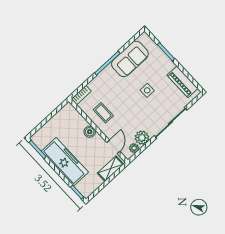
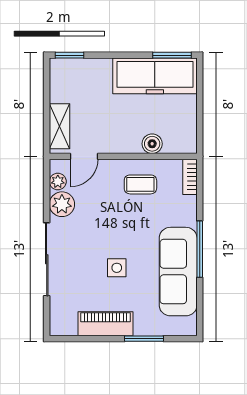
sofa: (130, 59) -> (178, 272), width x1.36
piano: (182, 82) -> (106, 324), moved
boiler: (90, 132) -> (152, 144), moved
door: (113, 147) -> (84, 156), hinge flipped
freezer: (65, 162) -> (155, 76), moved

